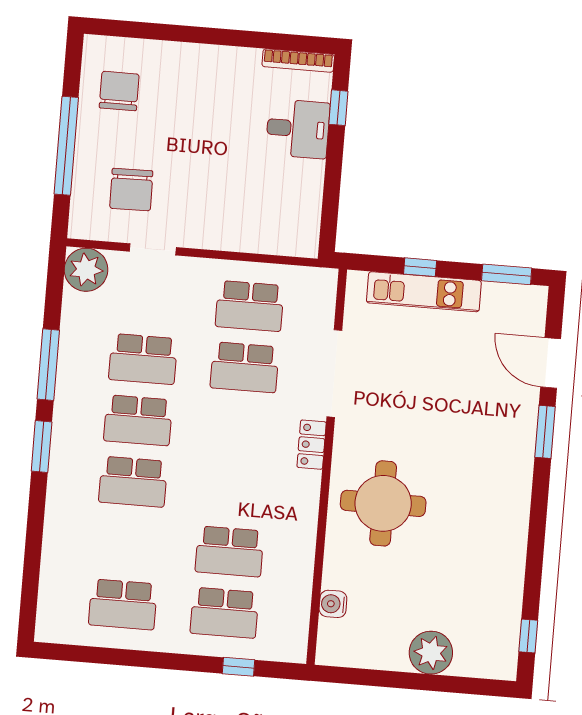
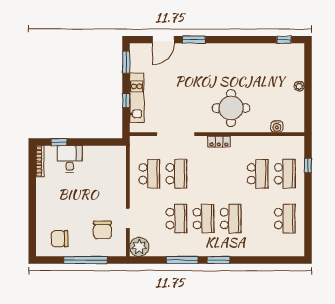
chair: (131, 190) -> (102, 230), turned 91
locker: (312, 445) -> (219, 142), moved
plant: (431, 653) -> (299, 86), width x0.53, depth x0.53

